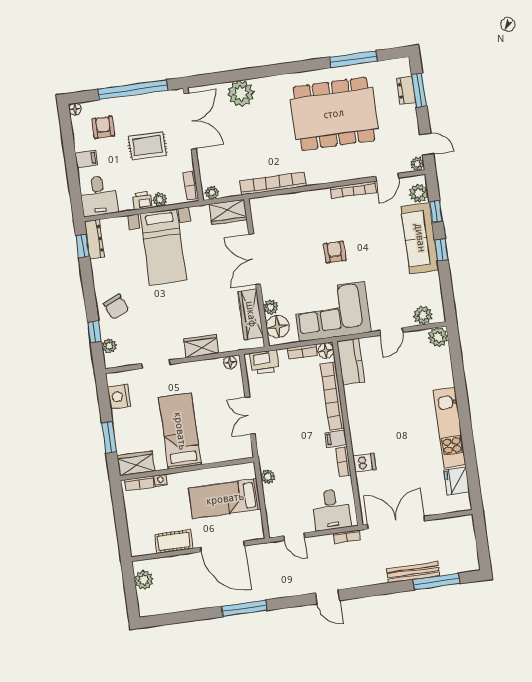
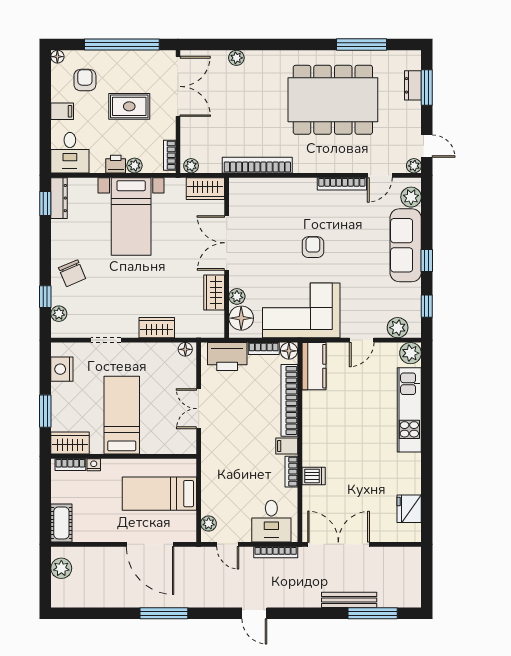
plant: (241, 93) -> (236, 58), width x0.53, depth x0.53
window: (436, 211) -> (427, 306), moved
wardrobe: (251, 314) -> (214, 293), width x0.67
printer: (264, 362) -> (227, 356), width x1.37, depth x1.19
kitchen unit: (449, 428) -> (409, 410), moved
plant: (268, 477) -> (209, 524), moved
bookcase: (347, 537) -> (276, 552), width x1.56
cot: (174, 541) -> (61, 523), moved, turned 90

